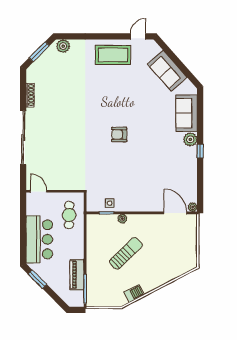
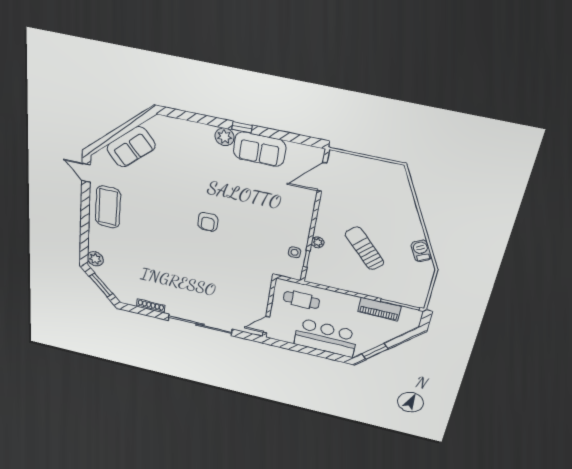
sofa: (187, 113) -> (260, 149), moved
plant: (193, 207) -> (318, 153), removed

